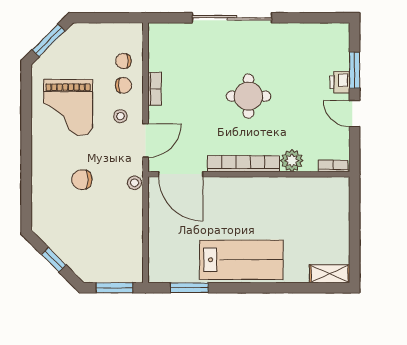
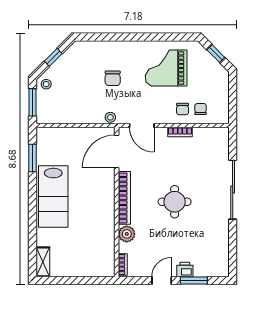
window: (49, 40) -> (216, 54), width x0.67
stool: (120, 116) -> (46, 84), moved
chair: (82, 180) -> (113, 78), turned 180

